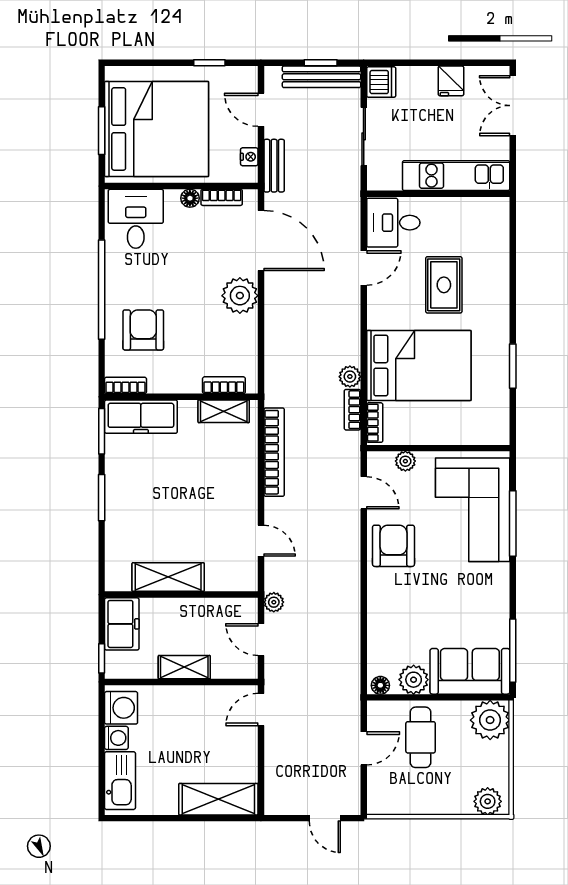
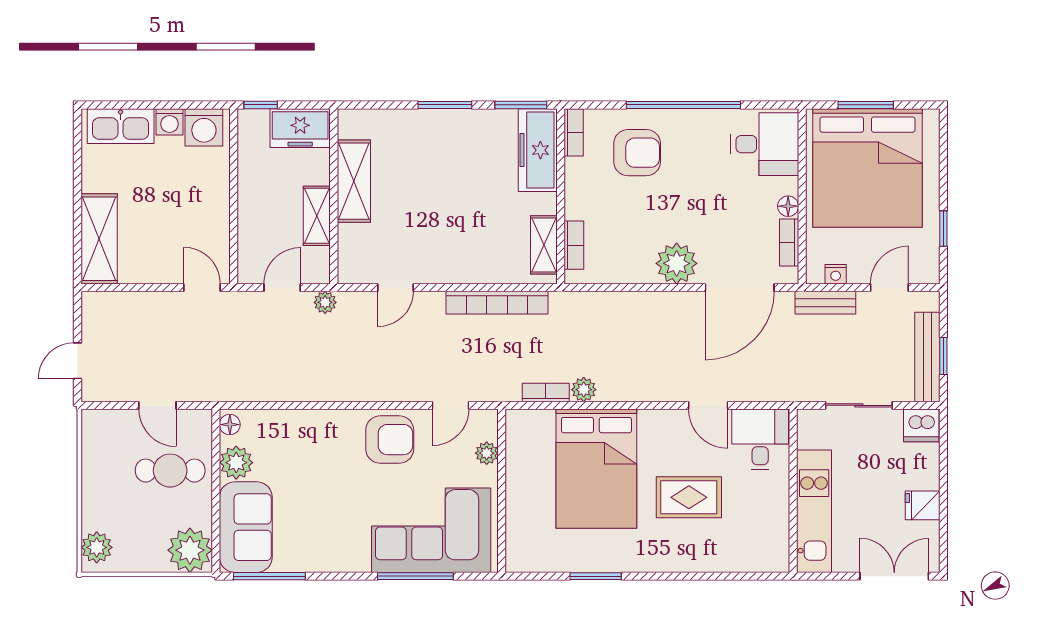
bookcase: (375, 423) -> (531, 418), removed
shelving: (184, 667) -> (317, 216), moved

